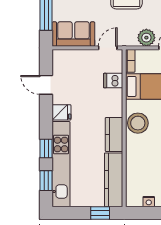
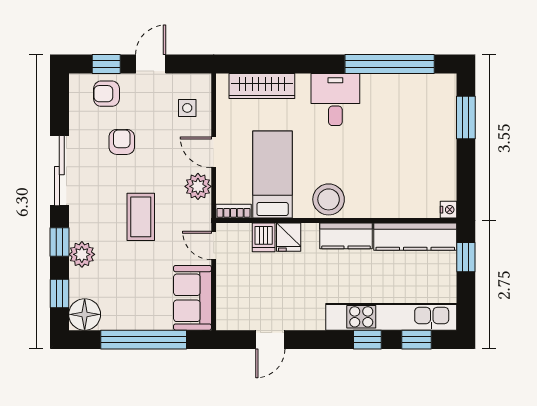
fridge: (61, 112) -> (289, 237), moved, turned 180
nightstand: (149, 202) -> (448, 210), moved

